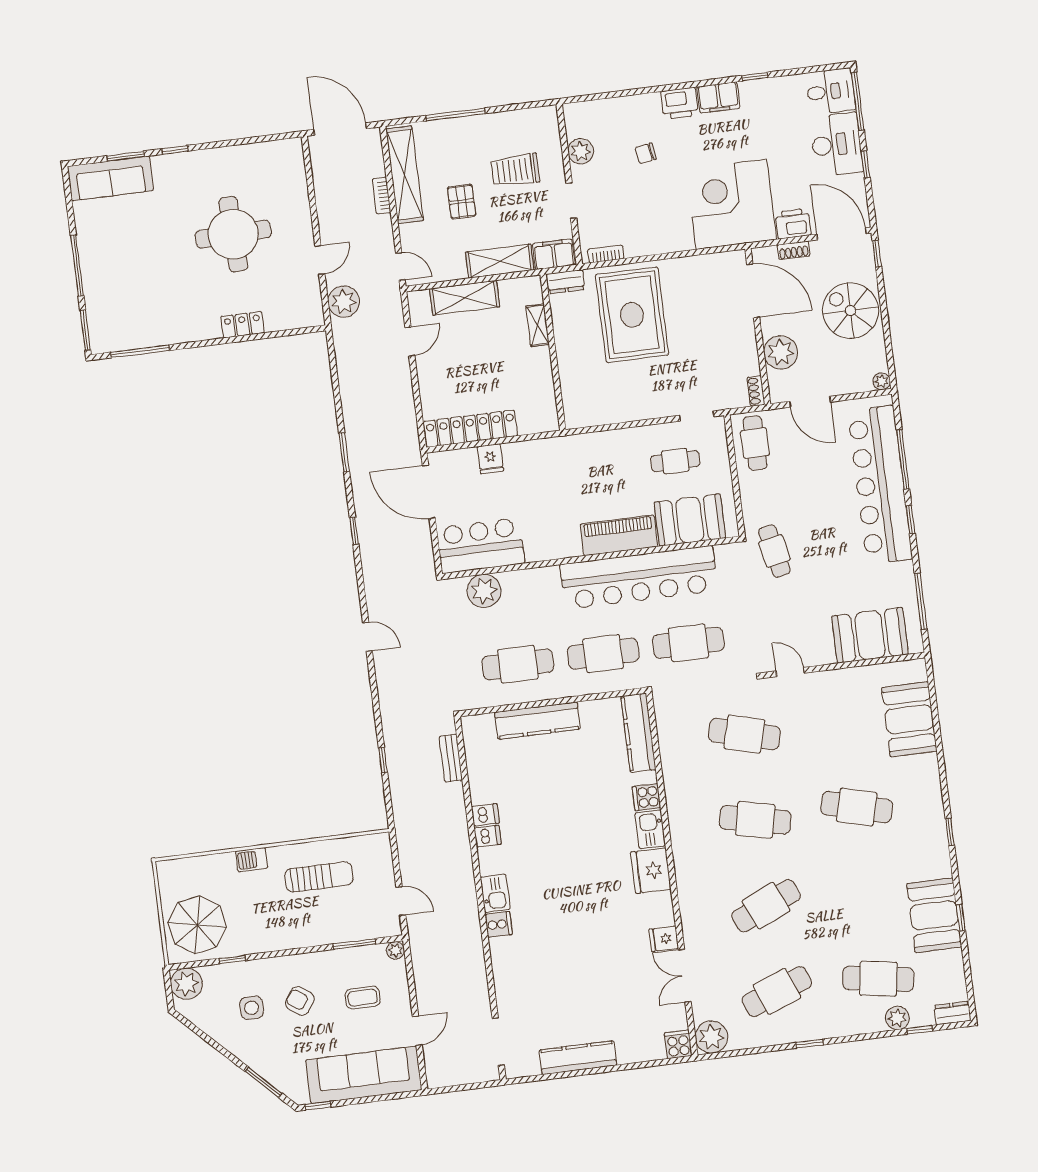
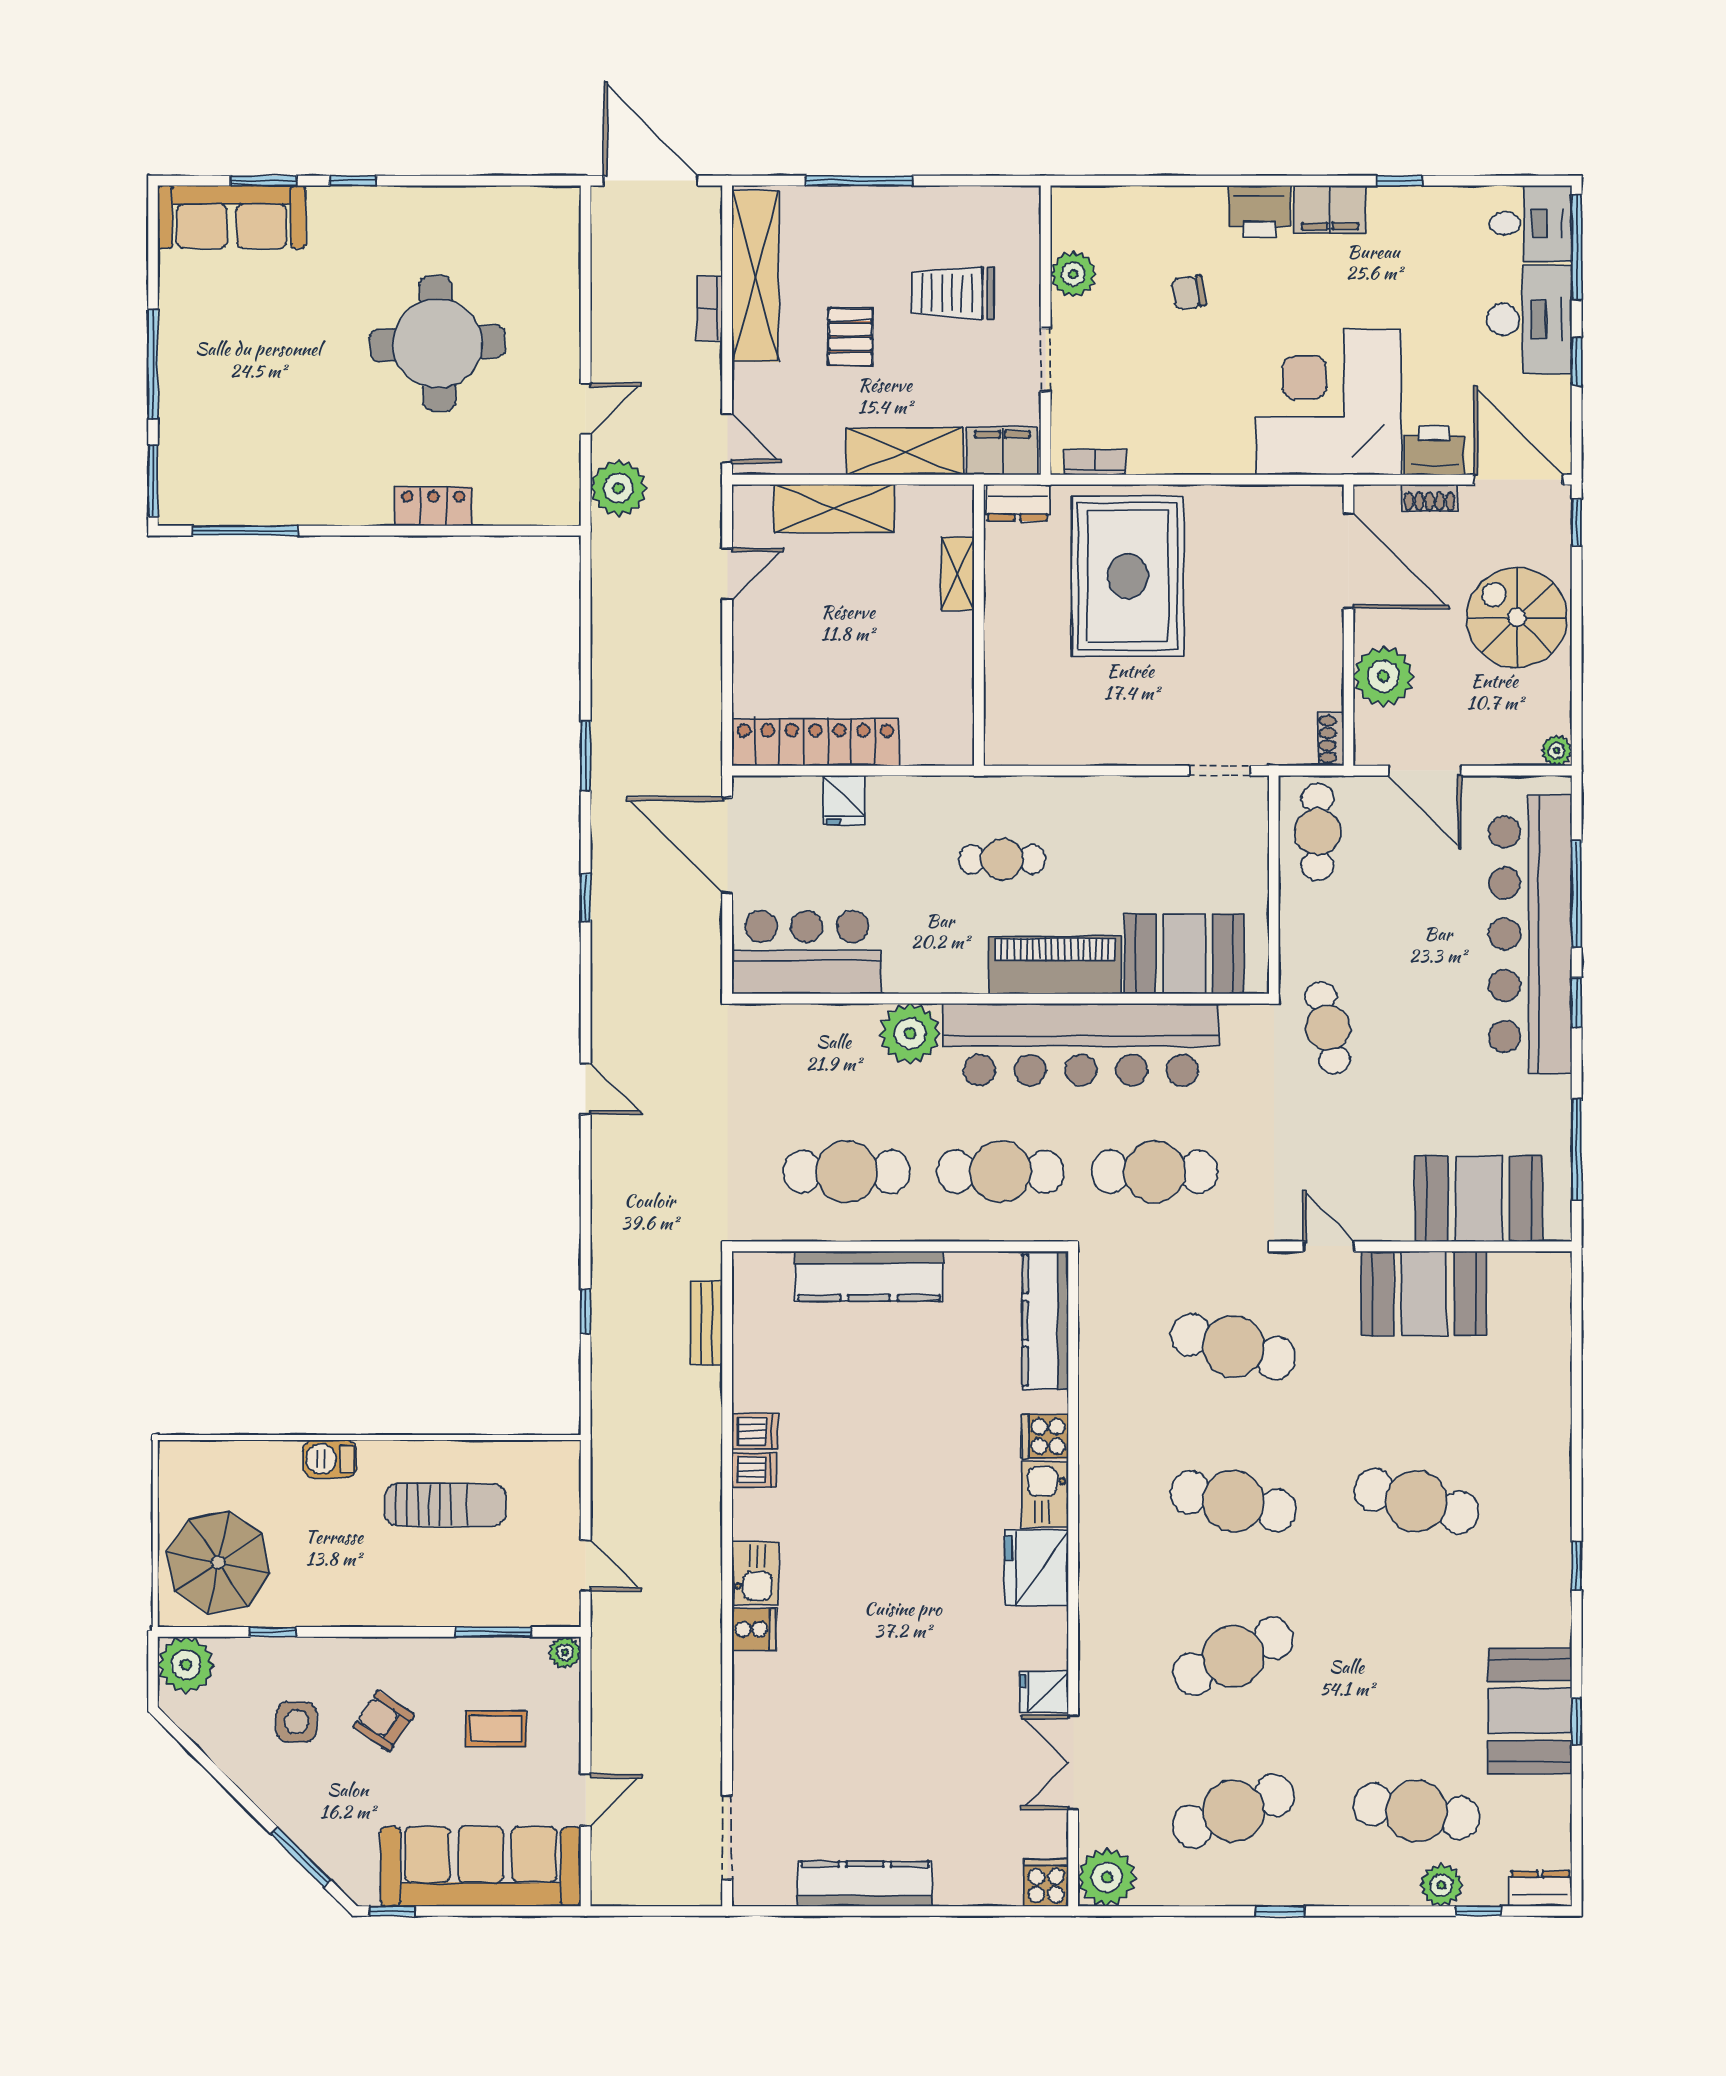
cafe table: (675, 461) -> (1002, 859), moved
plant: (484, 591) -> (910, 1033), moved
booth: (909, 719) -> (1424, 1293), moved, turned 90

